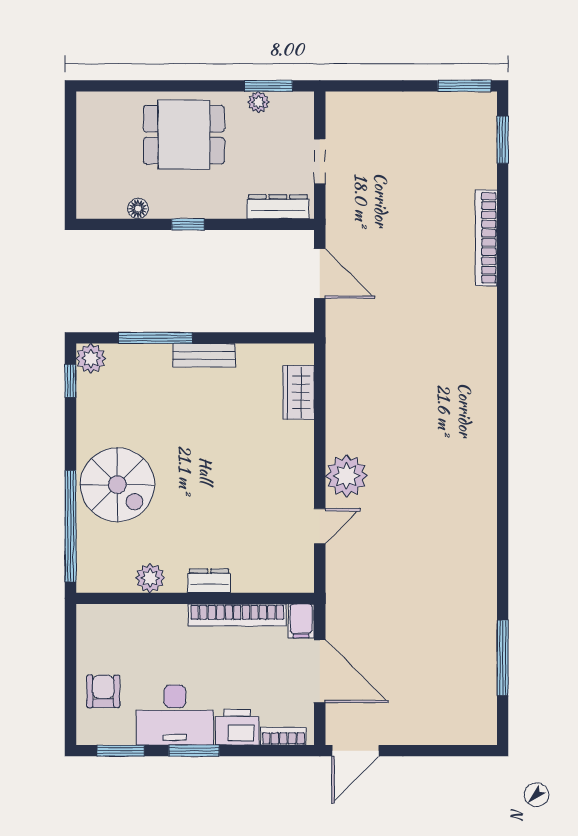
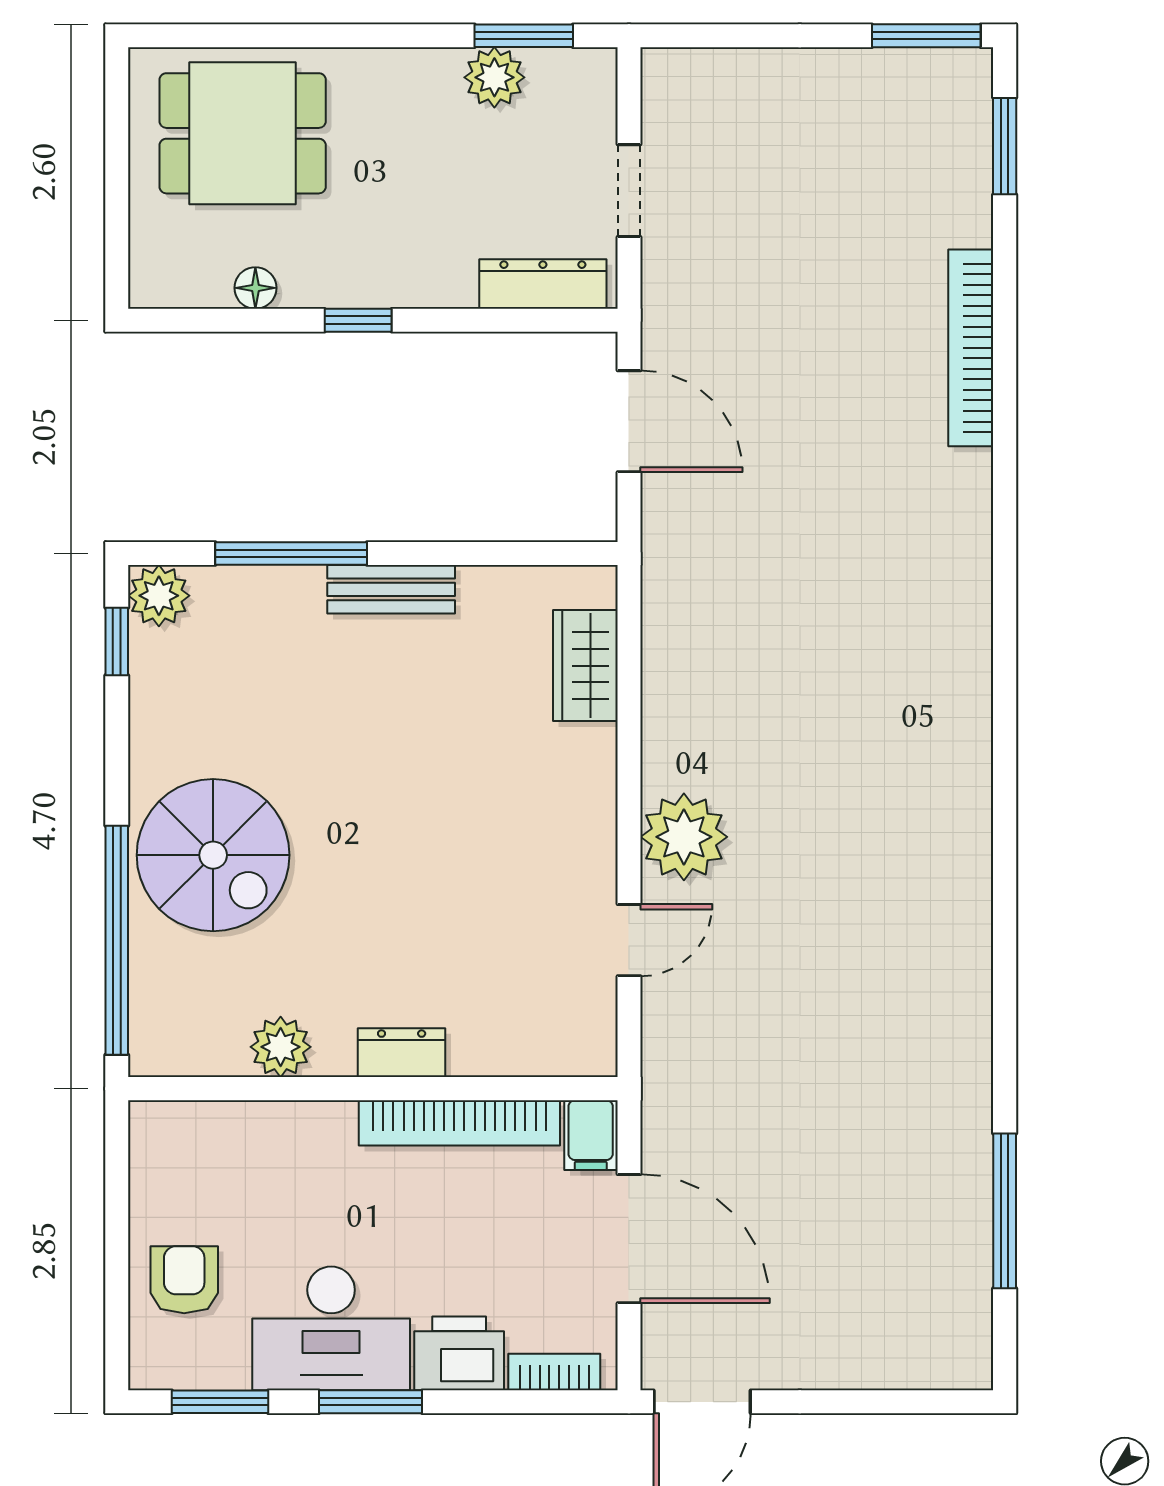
plant: (258, 102) -> (494, 77), width x1.38, depth x1.38
dining table: (184, 135) -> (243, 133), moved

